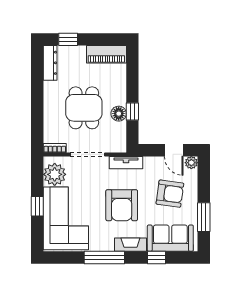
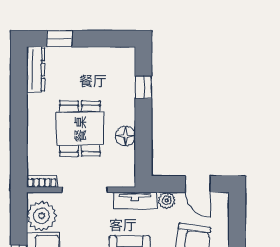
piano: (106, 54) -> (109, 58), removed
window: (132, 111) -> (143, 87), moved
plant: (191, 163) -> (167, 200), moved

